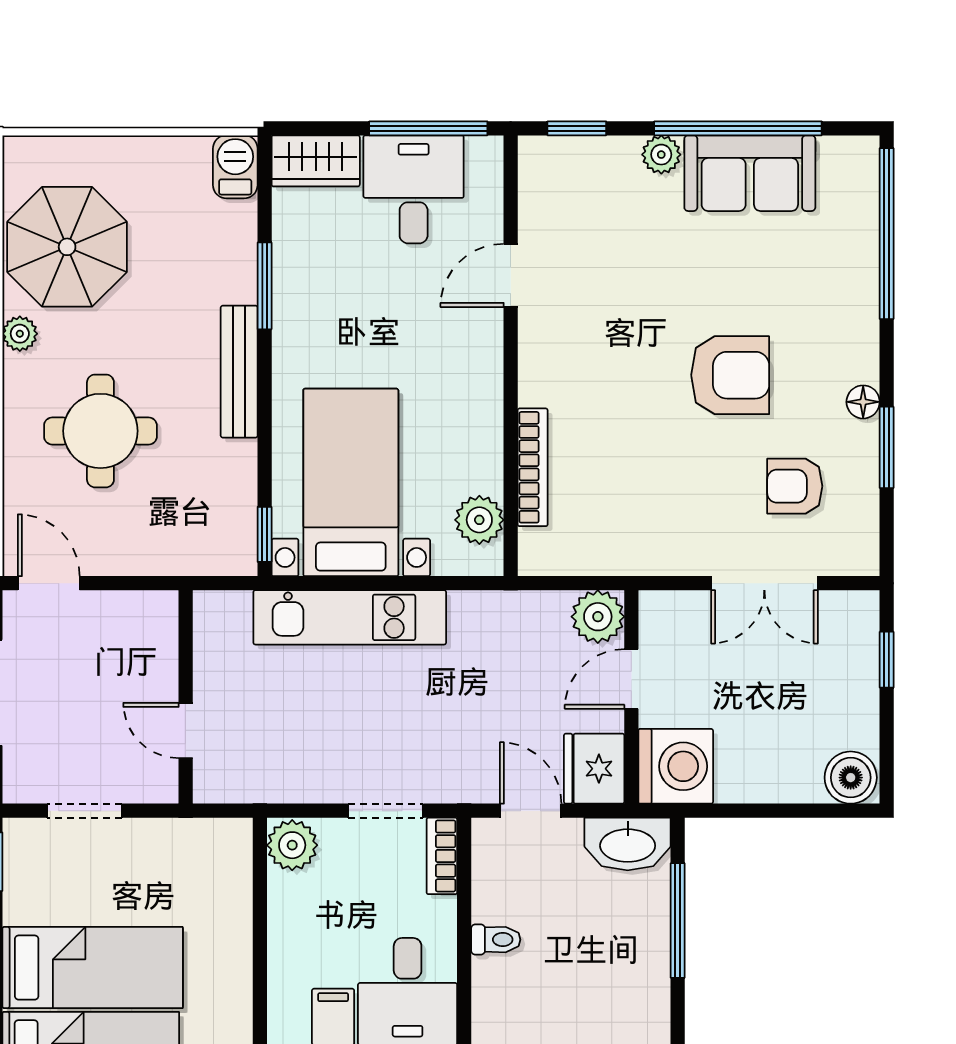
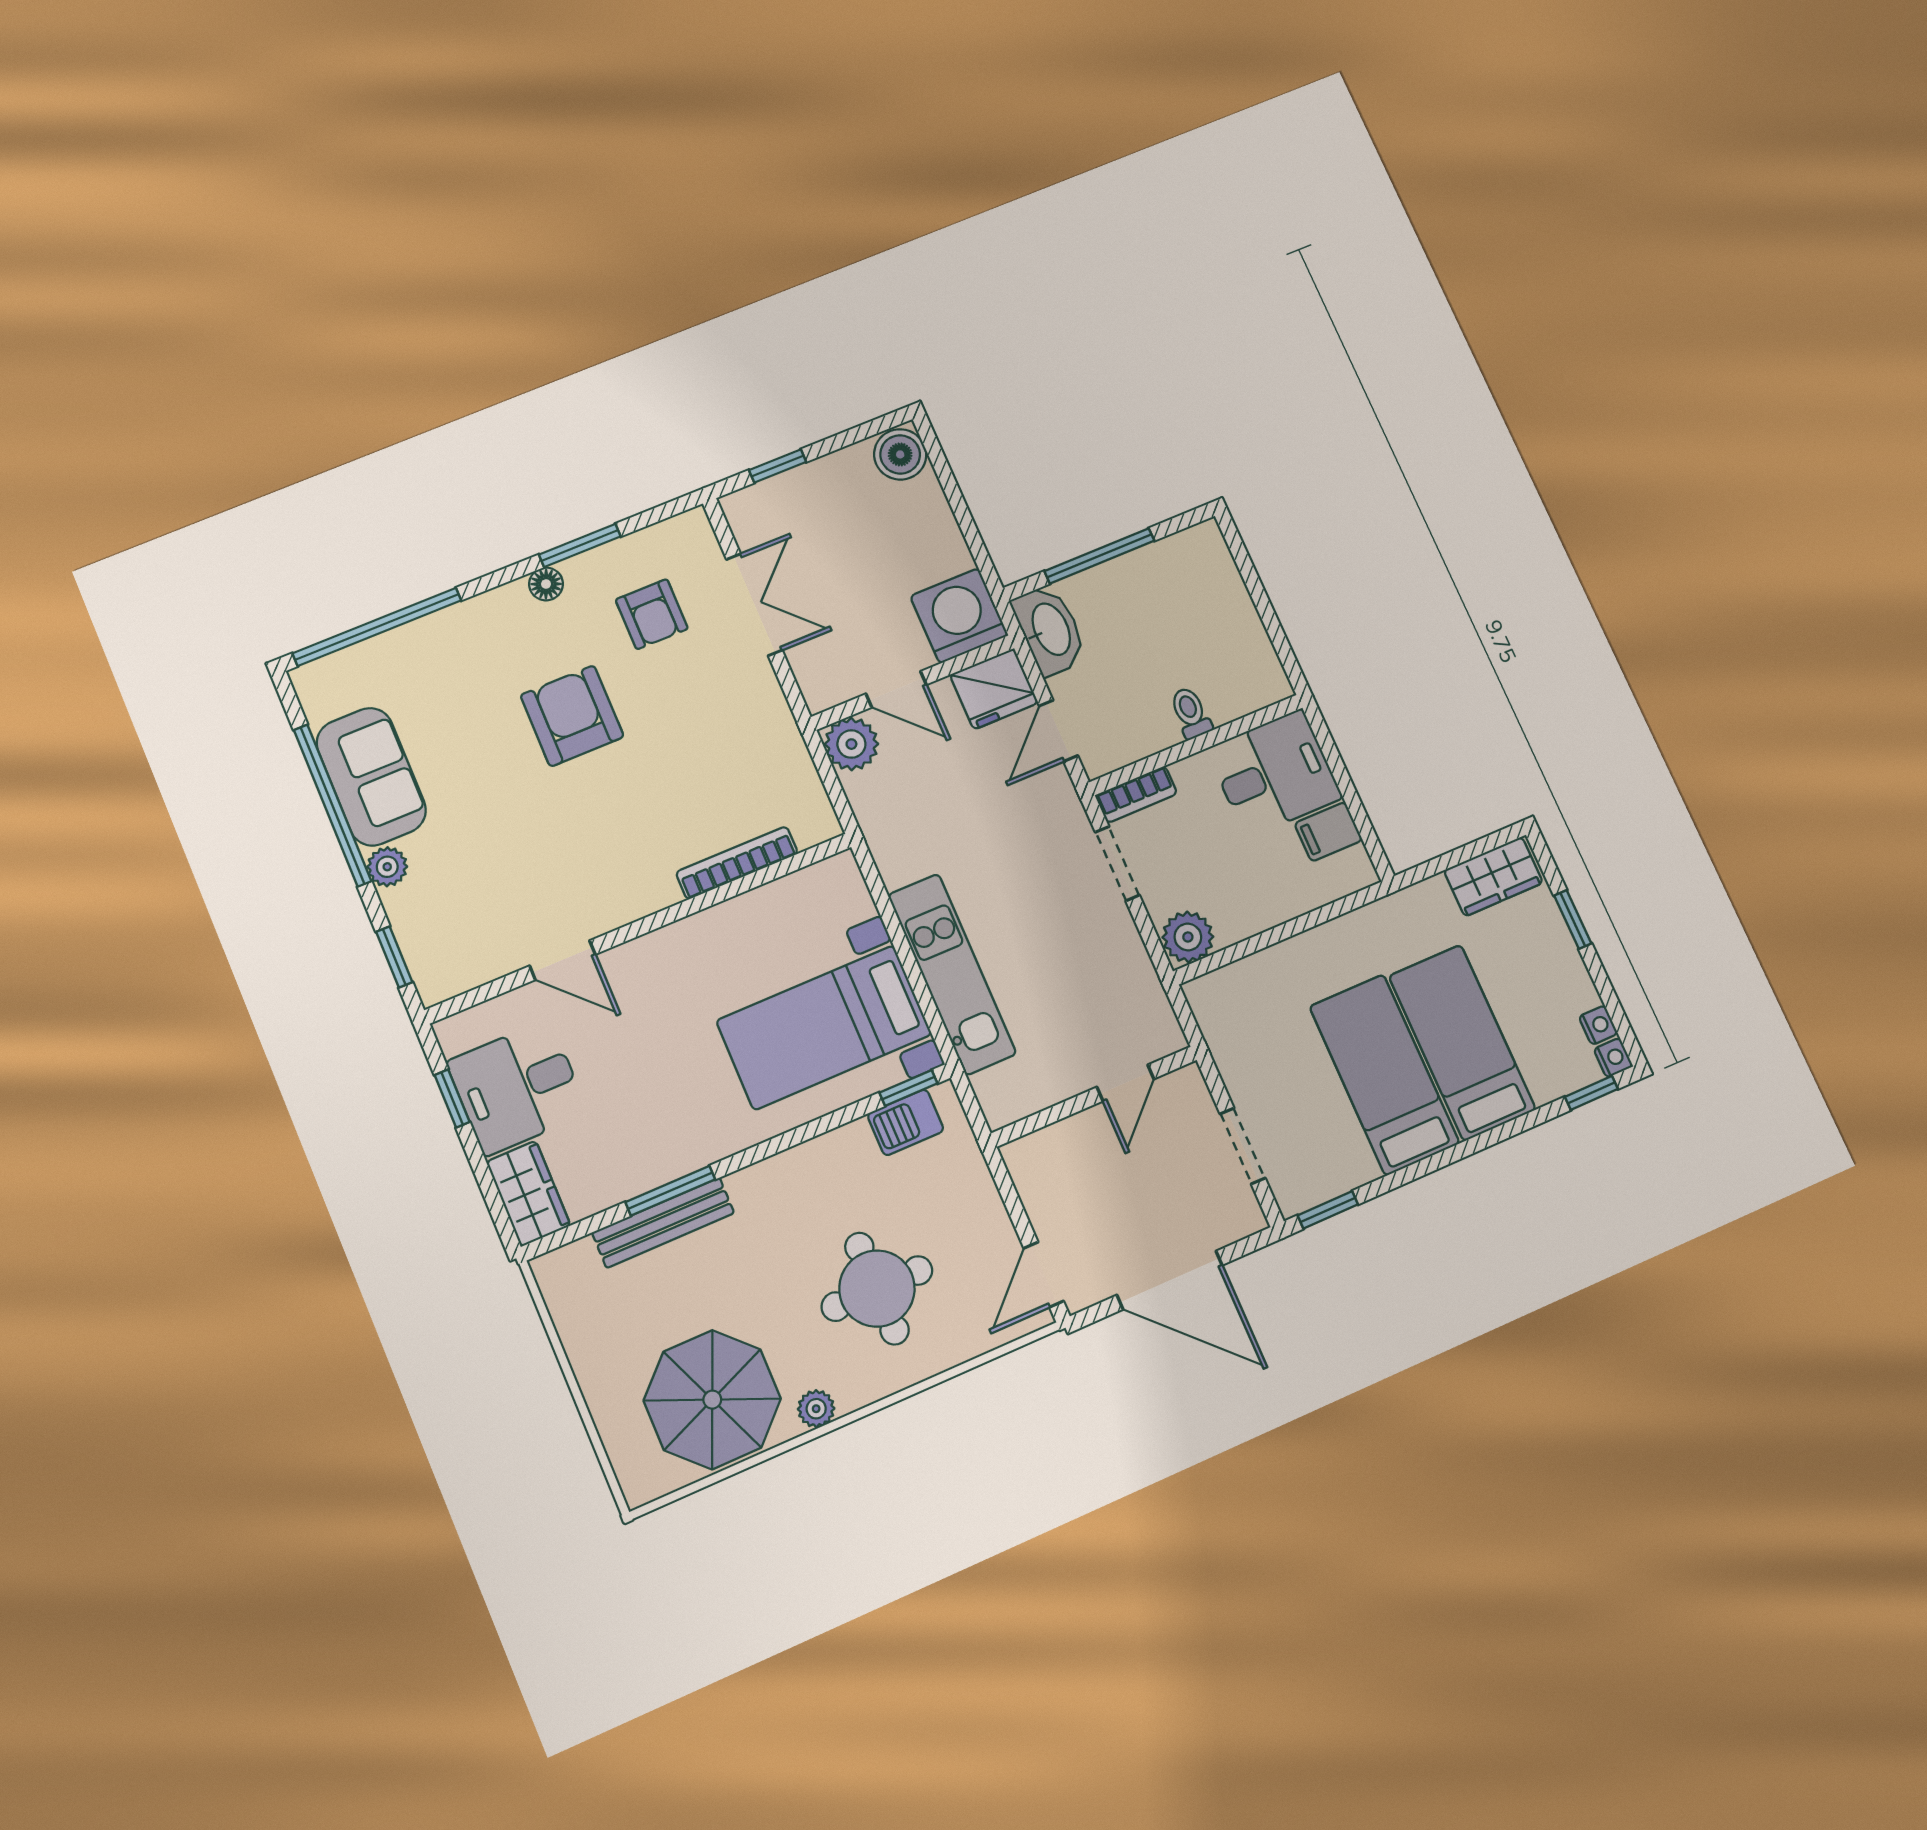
window: (428, 128) -> (452, 1099), width x0.46
barbecue: (235, 167) -> (906, 1122), moved
bench: (239, 372) -> (663, 1223), moved
plant: (479, 520) -> (808, 892), removed

